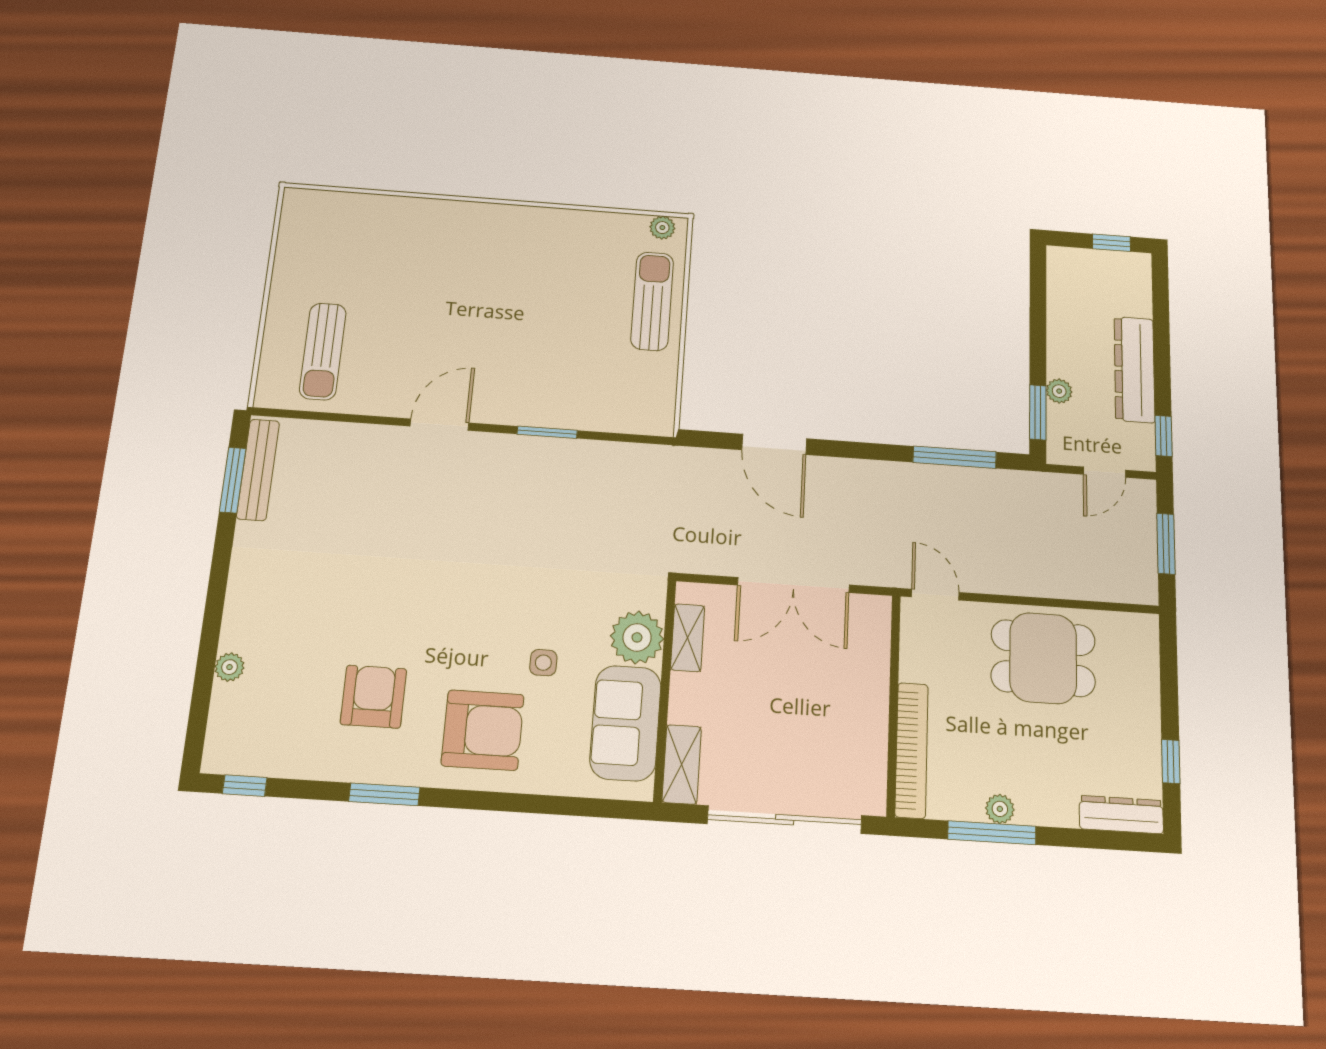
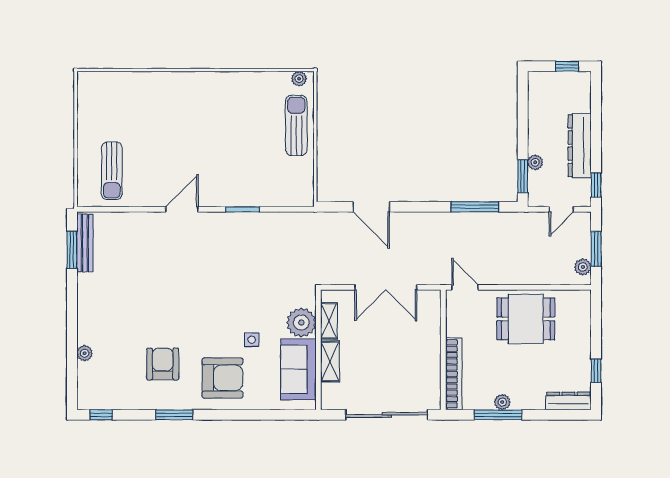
plant: (1143, 573) -> (583, 267), added
shelving: (682, 764) -> (330, 361), moved

